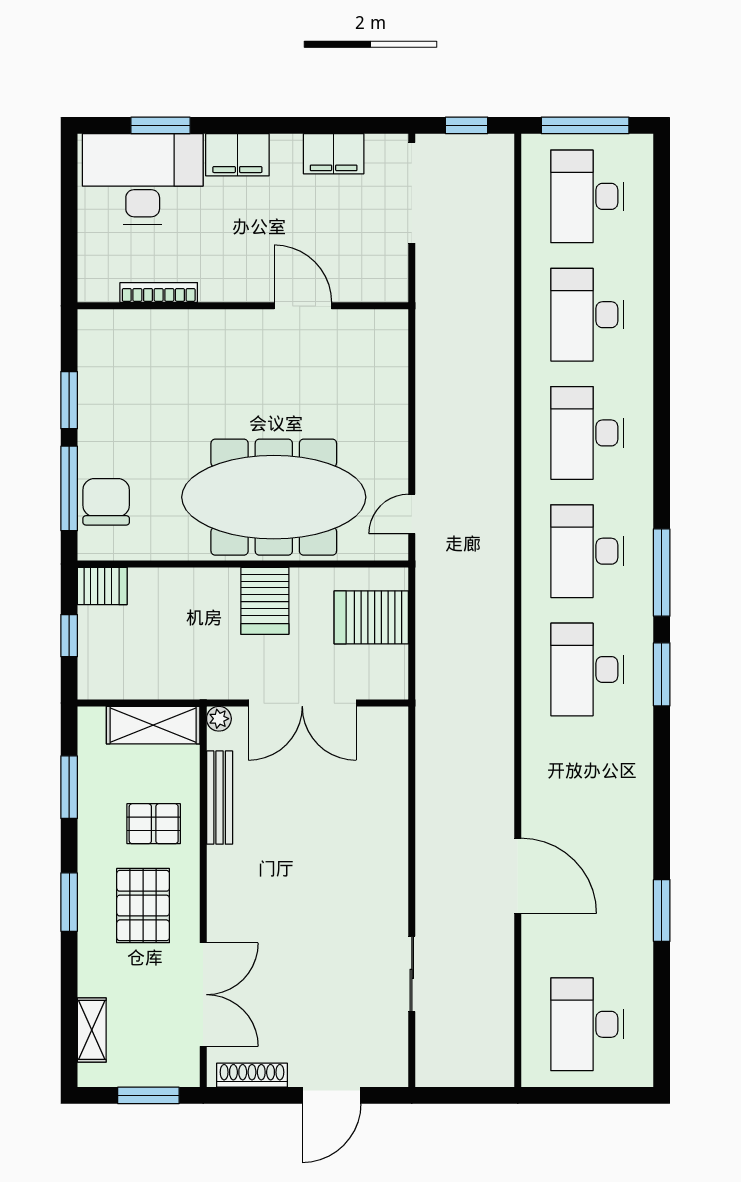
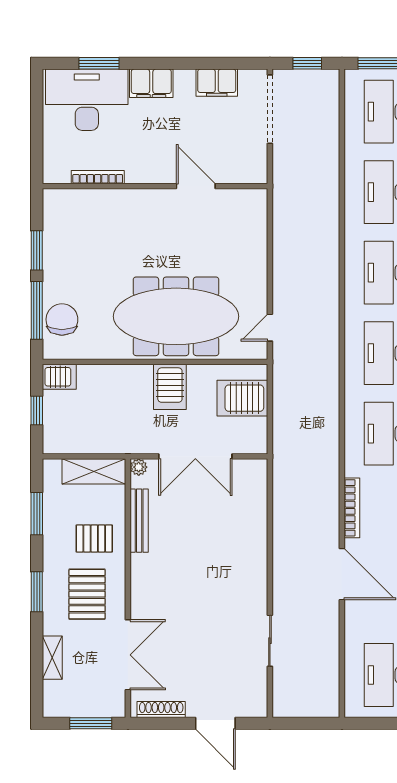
bookcase: (532, 779) -> (352, 508), added
shelving: (92, 1030) -> (52, 658), moved
door: (332, 1095) -> (215, 723), hinge flipped

